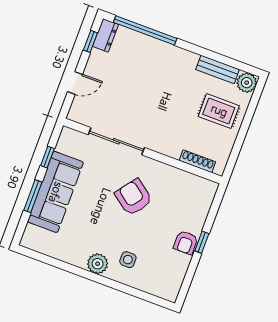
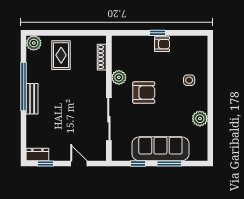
window: (145, 30) -> (24, 87), moved
bench: (218, 69) -> (32, 99), moved
plant: (164, 173) -> (119, 77), added
armchair: (134, 197) -> (144, 93), turned -127
plant: (98, 264) -> (200, 119), moved

